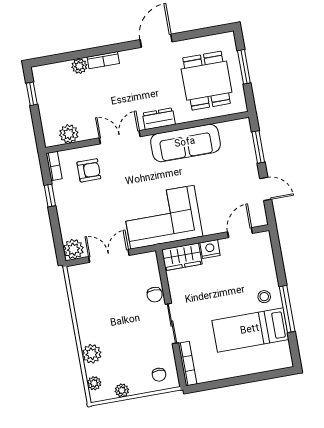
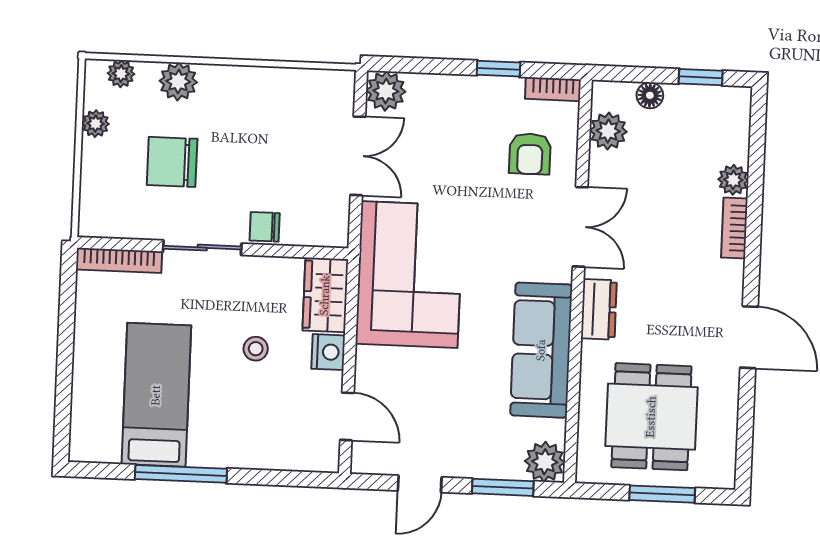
dining table: (207, 81) -> (651, 417), turned 90
floor lamp: (46, 117) -> (650, 95), added
plant: (241, 129) -> (545, 462), added
stool: (264, 297) -> (256, 349), moved
chair: (159, 375) -> (172, 162), moved, width x1.87, depth x1.87

